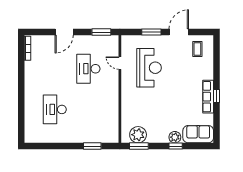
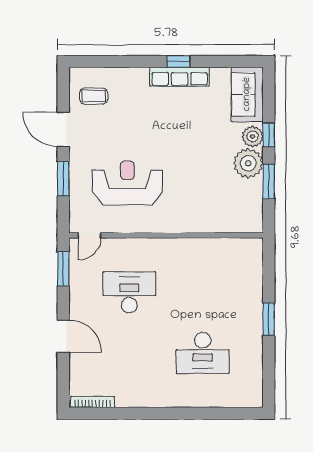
door: (120, 63) -> (90, 235), moved
desk: (88, 69) -> (129, 292), turned 180
plant: (138, 135) -> (248, 163), moved
window: (92, 146) -> (269, 319), moved
window: (139, 146) -> (269, 181), moved

